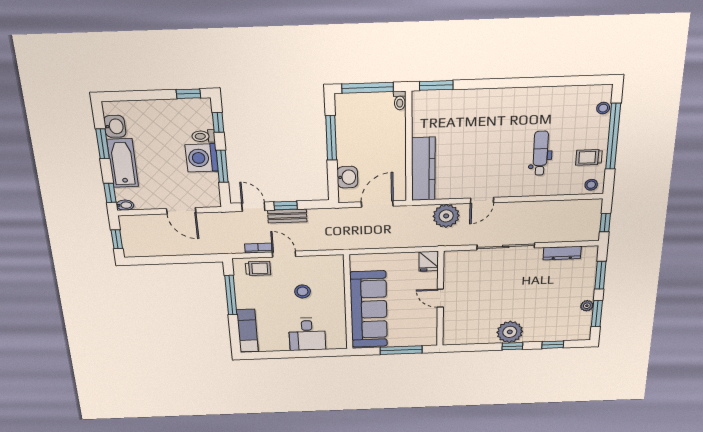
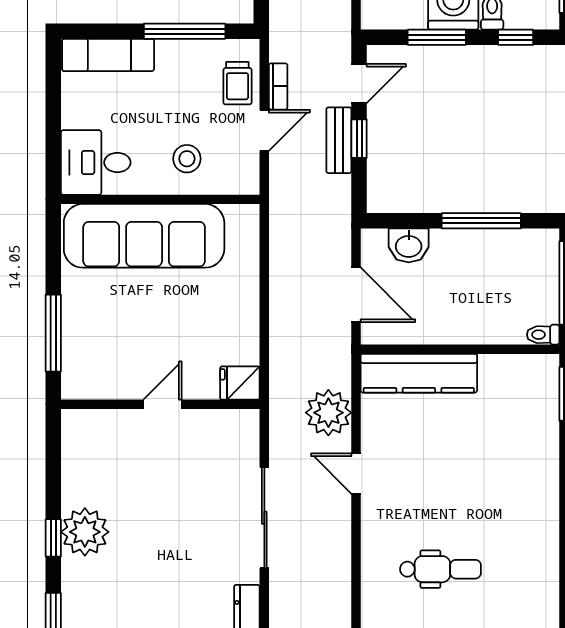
wall: (348, 303) -> (160, 199), moved
sofa: (369, 309) -> (144, 236), moved

